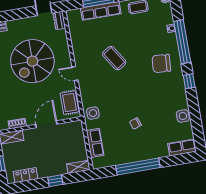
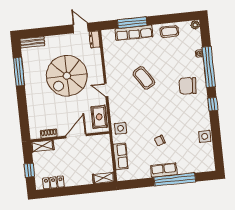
row of seats: (182, 148) -> (164, 170), moved
window: (138, 166) -> (175, 180), moved
window: (55, 181) -> (81, 190), removed

